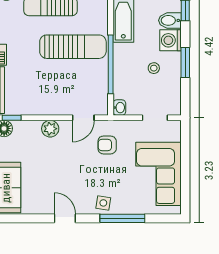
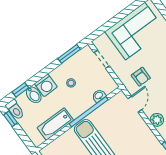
window: (185, 63) -> (69, 54), moved
washbasin: (119, 108) -> (99, 96), moved
door: (83, 118) -> (135, 104), hinge flipped

